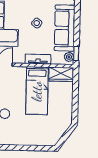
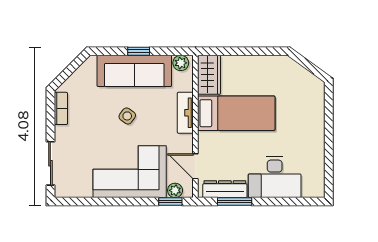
window: (76, 53) -> (139, 51), moved

